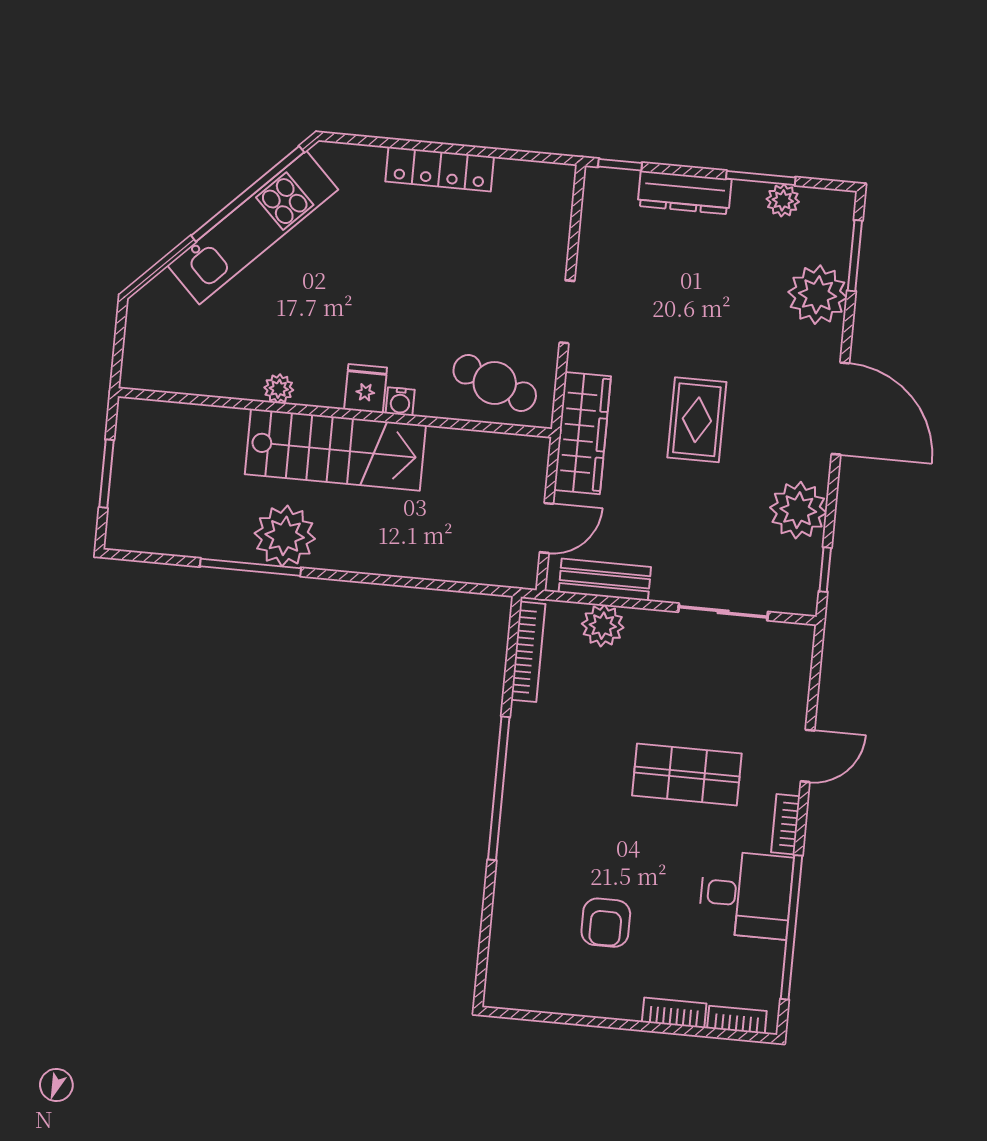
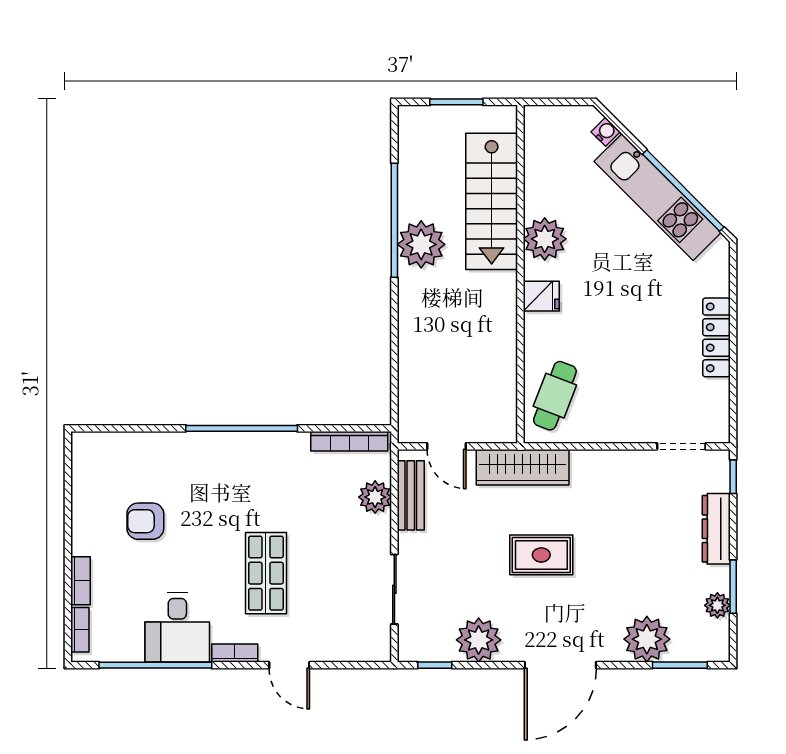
doorway: (567, 312) -> (681, 446), moved
plant: (279, 389) -> (545, 239), width x1.88, depth x1.88
water cooler: (400, 402) -> (606, 132), moved, turned 135
stairs: (335, 450) -> (492, 201), moved
window: (251, 567) -> (394, 220), width x1.46

